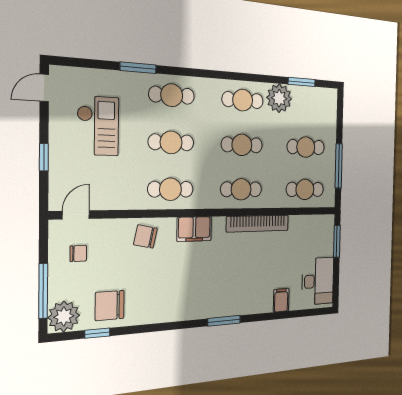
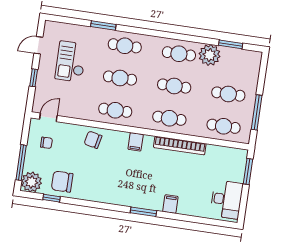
door: (44, 88) -> (38, 45), moved
checkout: (98, 126) -> (71, 62), turned 180
filing cabinet: (194, 229) -> (136, 142), width x0.50
filing cabinet: (281, 300) -> (170, 204), moved

